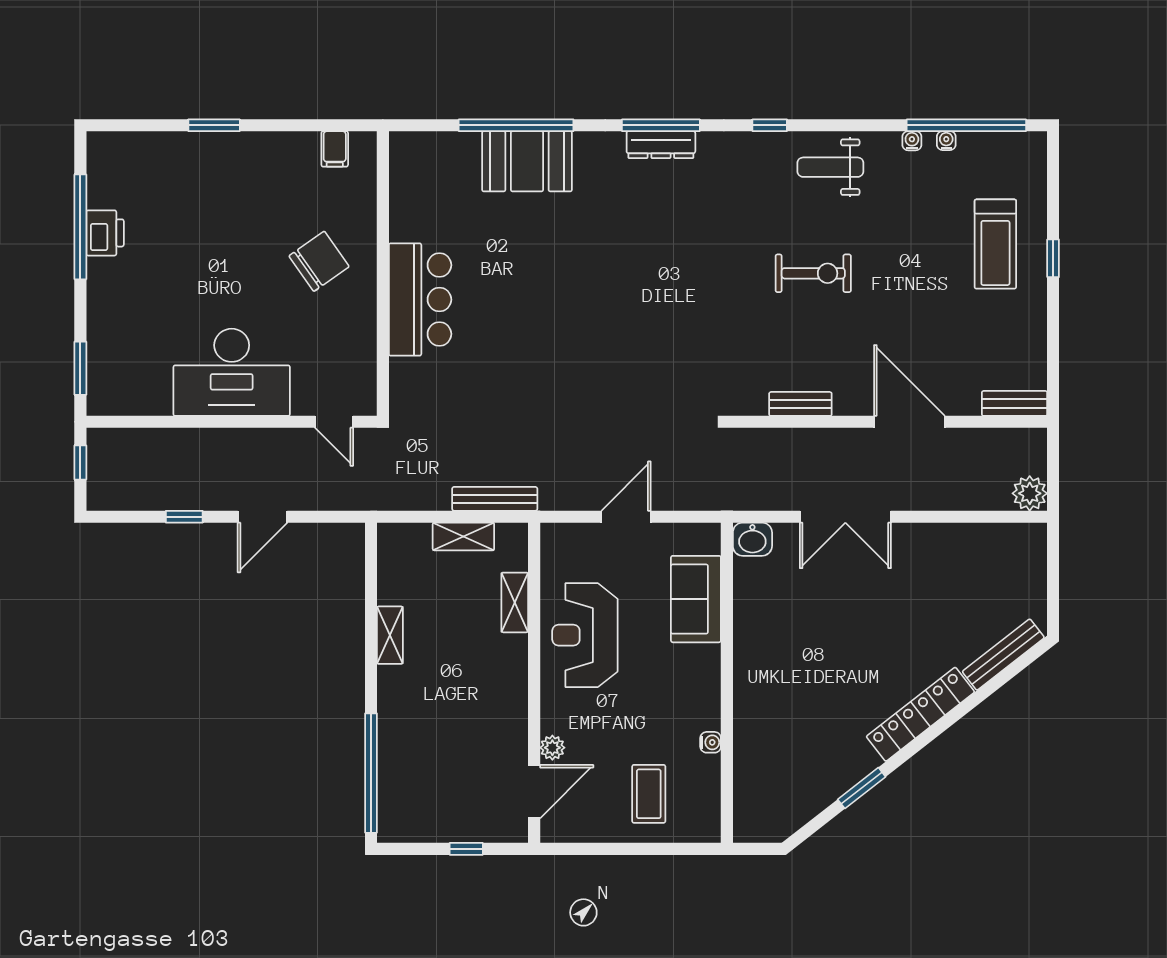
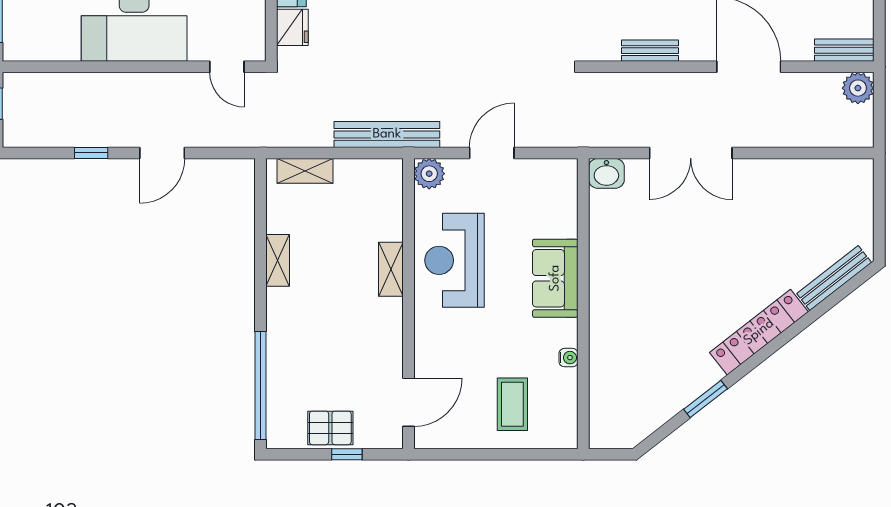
fridge: (406, 378) -> (292, 27), added
plant: (1030, 493) -> (858, 88), moved
bench: (495, 499) -> (387, 134), width x1.37, depth x1.21
shelving: (463, 536) -> (305, 171), moved
sofa: (696, 599) -> (555, 278), moved
shelving: (515, 602) -> (391, 269), moved
plant: (552, 748) -> (429, 174), moved, width x1.38, depth x1.38
pallet: (448, 820) -> (330, 428), added

